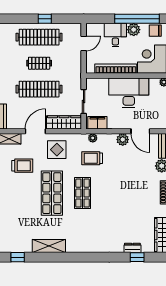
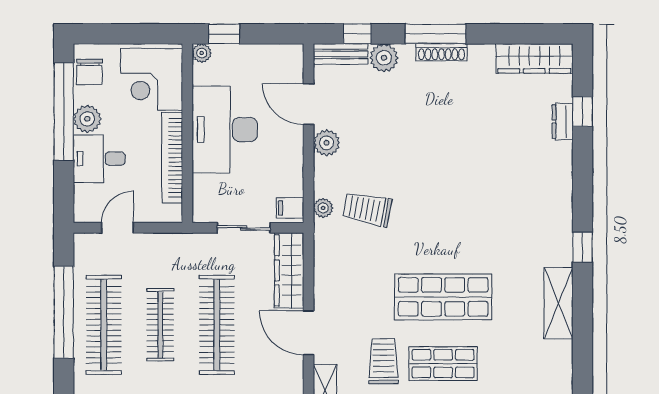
window: (45, 19) -> (64, 312), width x3.17
door: (84, 44) -> (118, 228), hinge flipped
clothes rail: (39, 63) -> (160, 325), width x1.36
filing cabinet: (97, 123) -> (290, 208), width x0.50
door: (140, 131) -> (309, 104), swing flipped
display table: (57, 150) -> (349, 286), removed
trolley: (92, 158) -> (367, 209), turned 101
shop shelf: (83, 193) -> (443, 364), moved
window: (18, 257) -> (582, 247), moved

